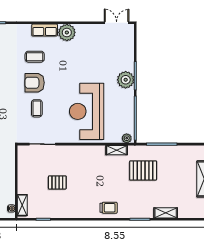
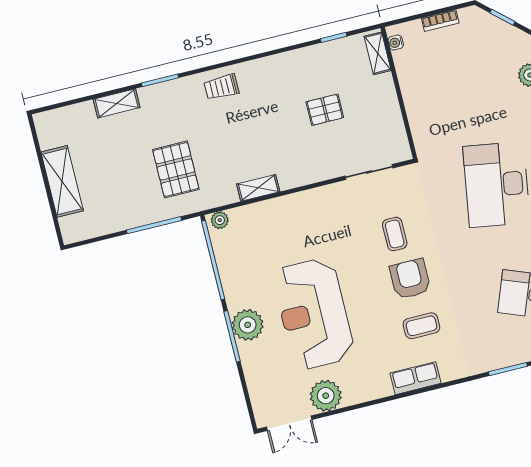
plant: (67, 32) -> (326, 396), moved
armchair: (35, 83) -> (410, 279), turned -90
reception desk: (87, 111) -> (314, 314), moved, turned 180
shelving: (117, 150) -> (258, 188), moved
pallet: (143, 170) -> (176, 169), turned 90

